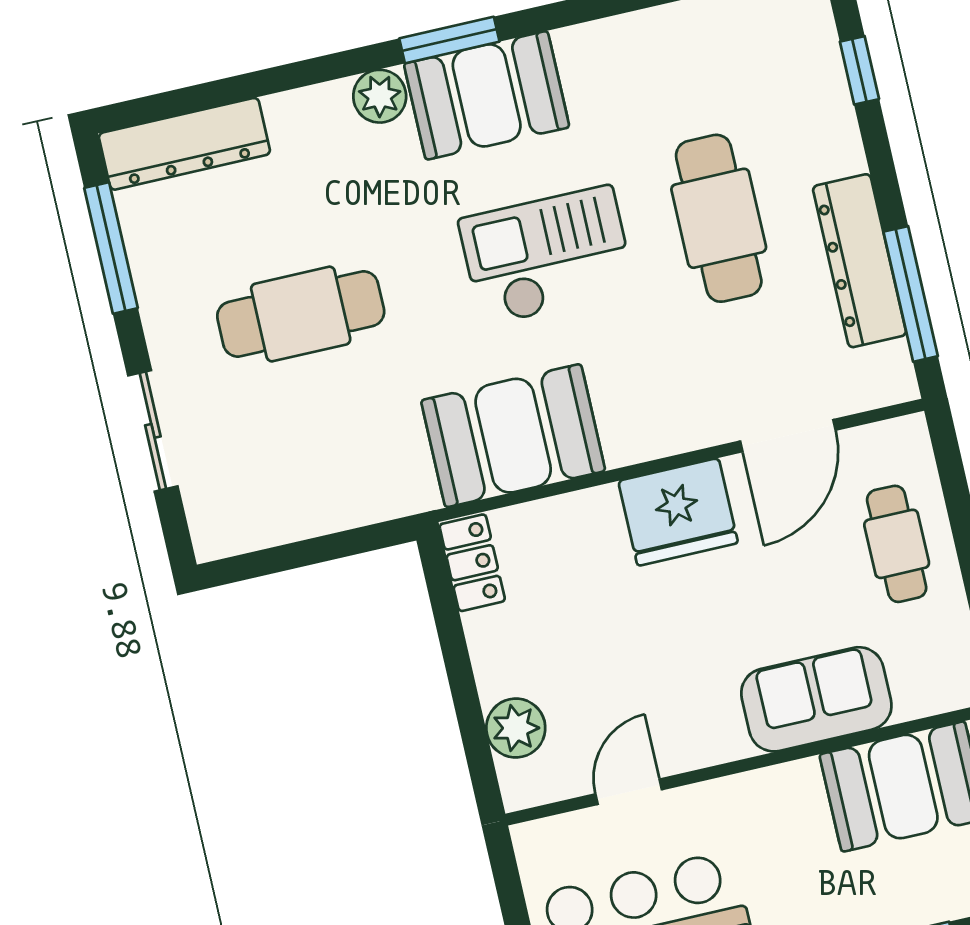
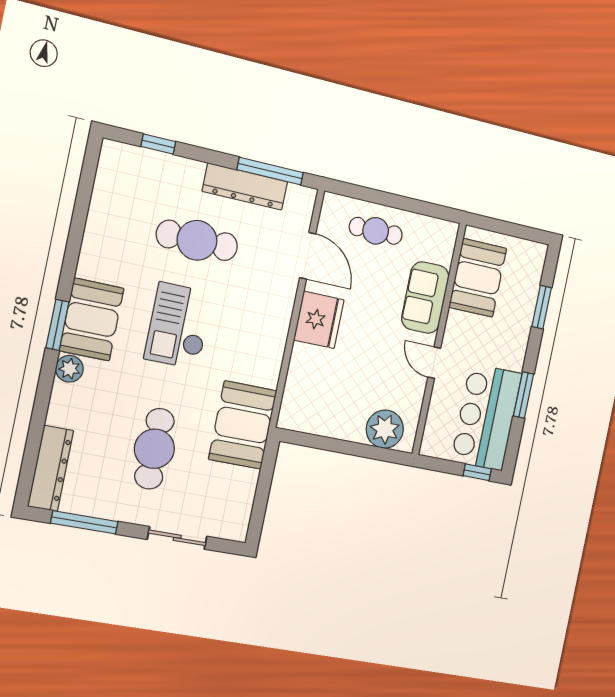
booth: (513, 436) -> (243, 425), moved
locker: (472, 563) -> (300, 421), removed
plant: (516, 728) -> (385, 429), width x1.36, depth x1.36
door: (629, 792) -> (434, 363), moved

